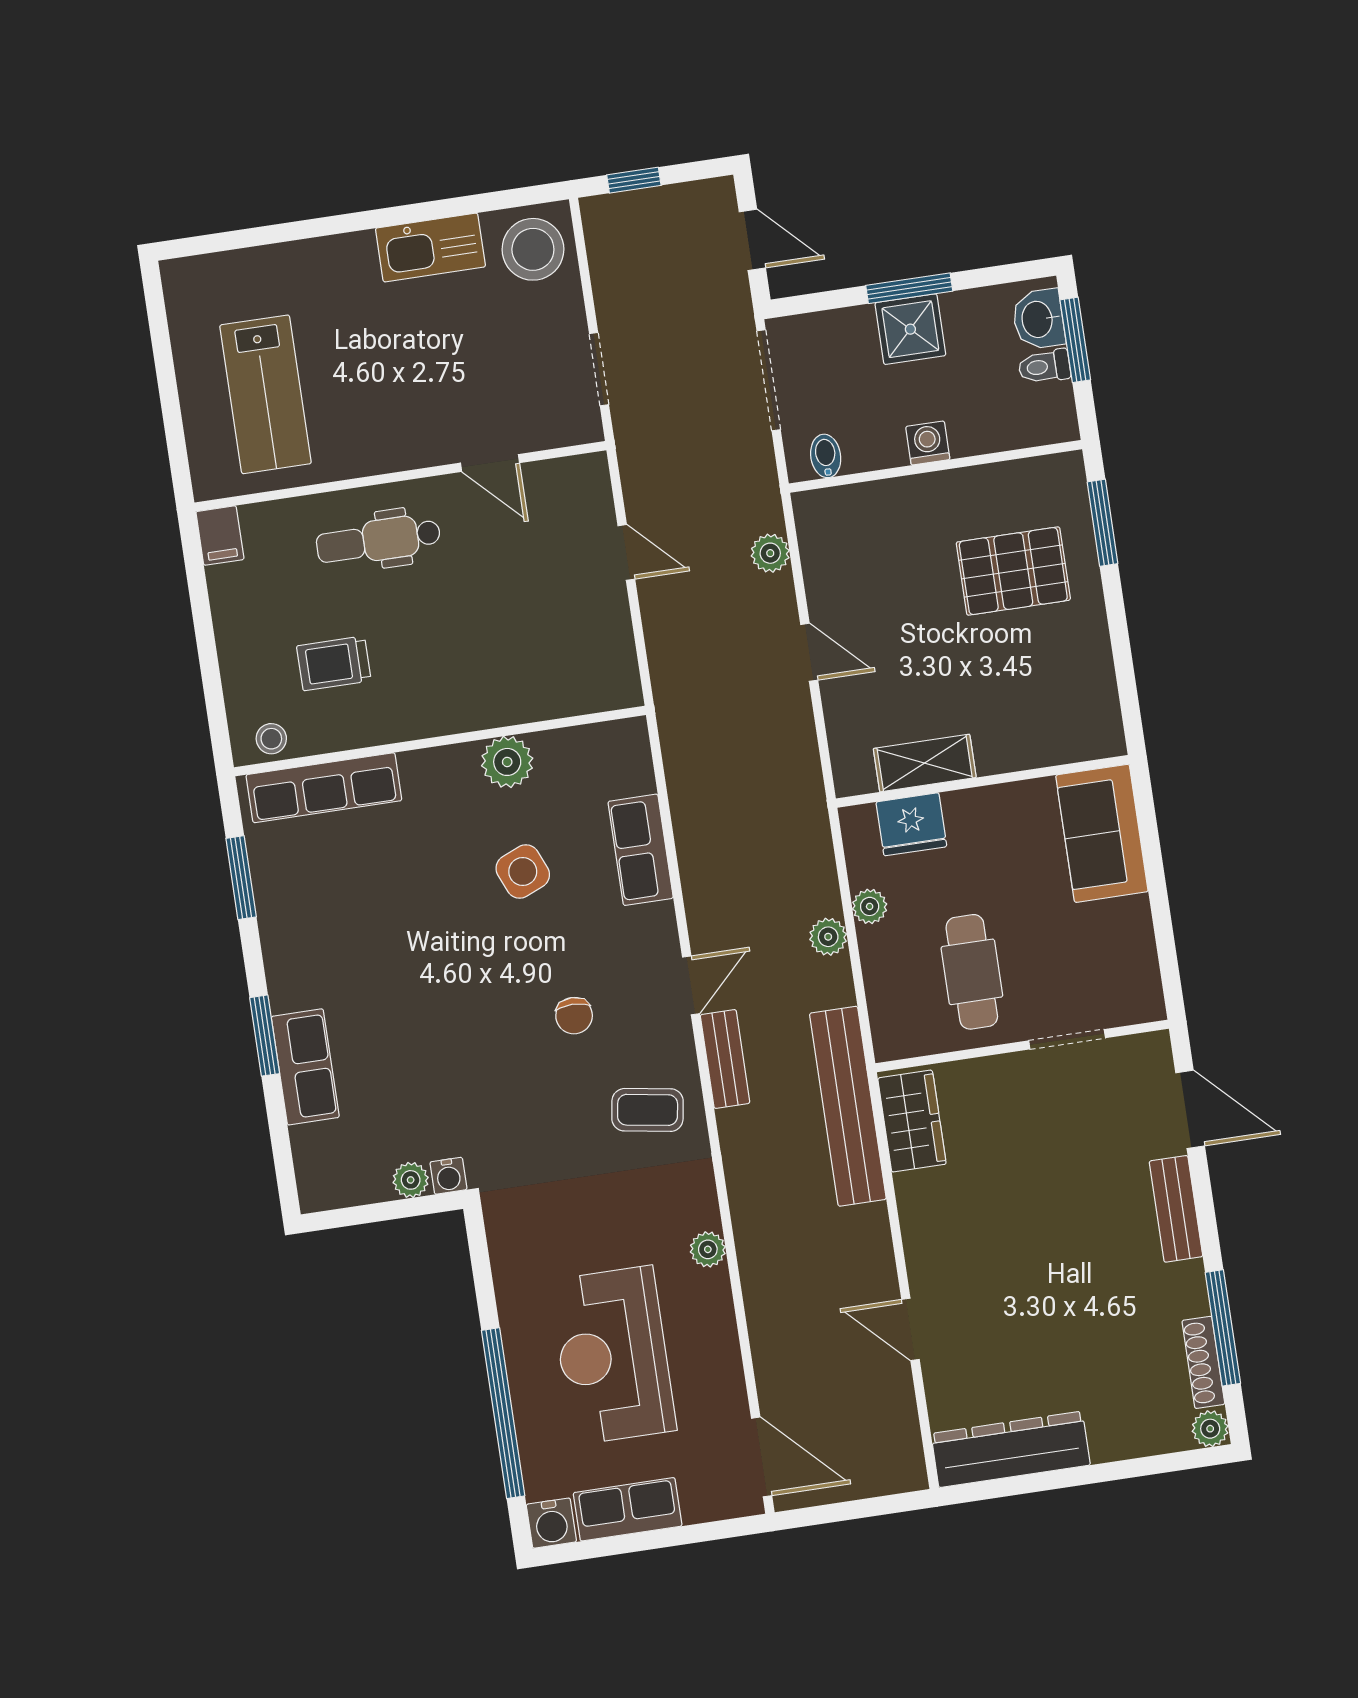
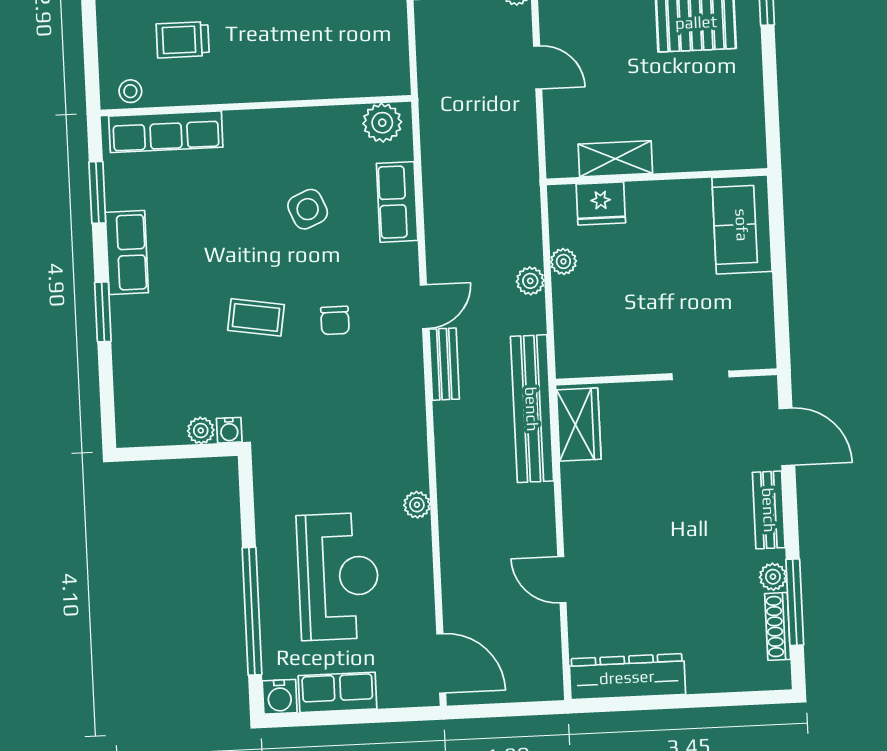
plant: (507, 762) -> (382, 123), moved
cafe table: (972, 972) -> (635, 318), removed
row of seats: (305, 1067) -> (127, 253), moved
coffee table: (648, 1110) -> (256, 317), moved
reception desk: (613, 1355) -> (338, 576), turned 180
plant: (1210, 1429) -> (773, 577), moved

